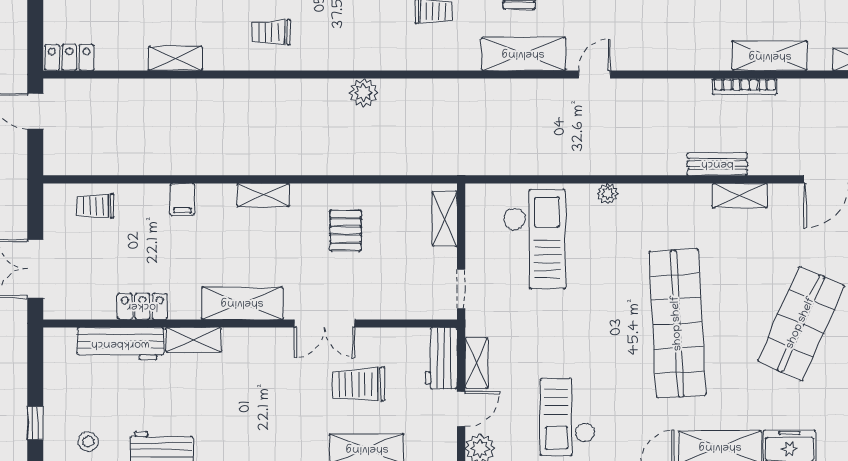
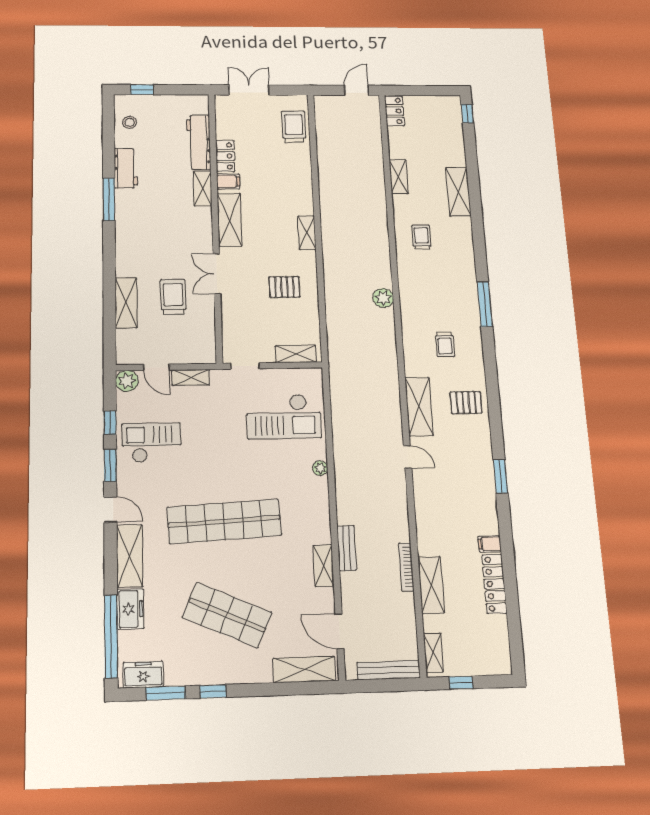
filing cabinet: (182, 199) -> (228, 181), moved, turned 180
trolley: (95, 206) -> (294, 127), width x1.36, depth x1.39
workbench: (441, 358) -> (194, 353), removed

